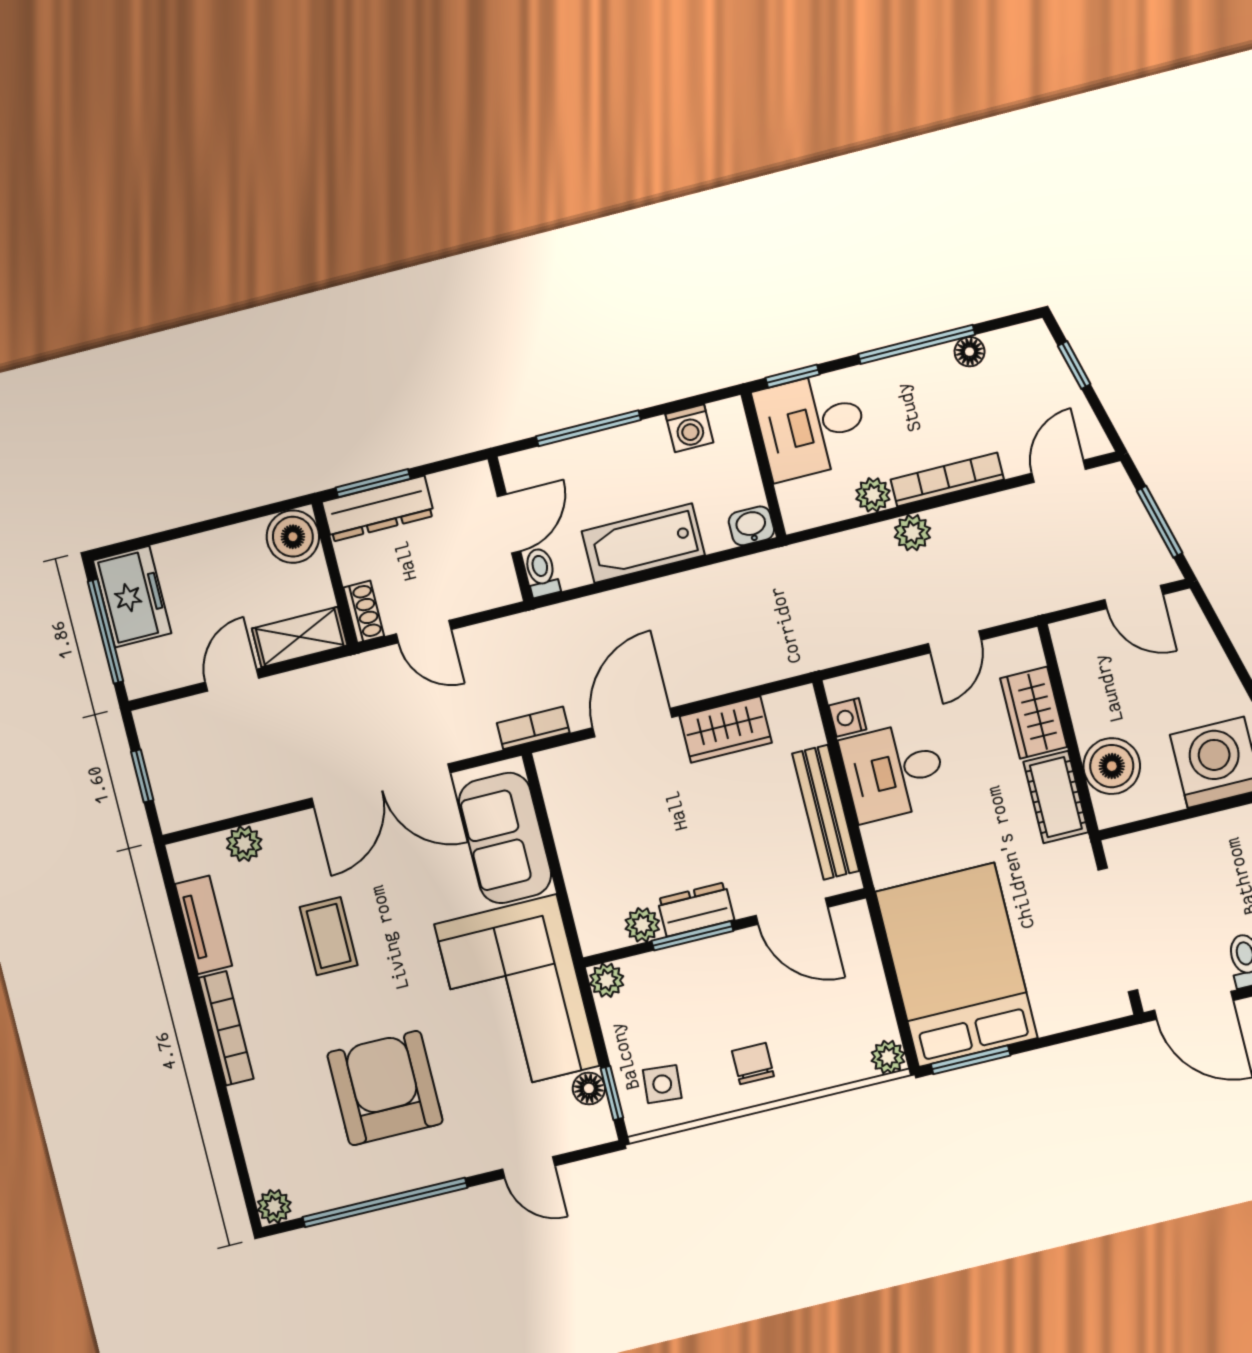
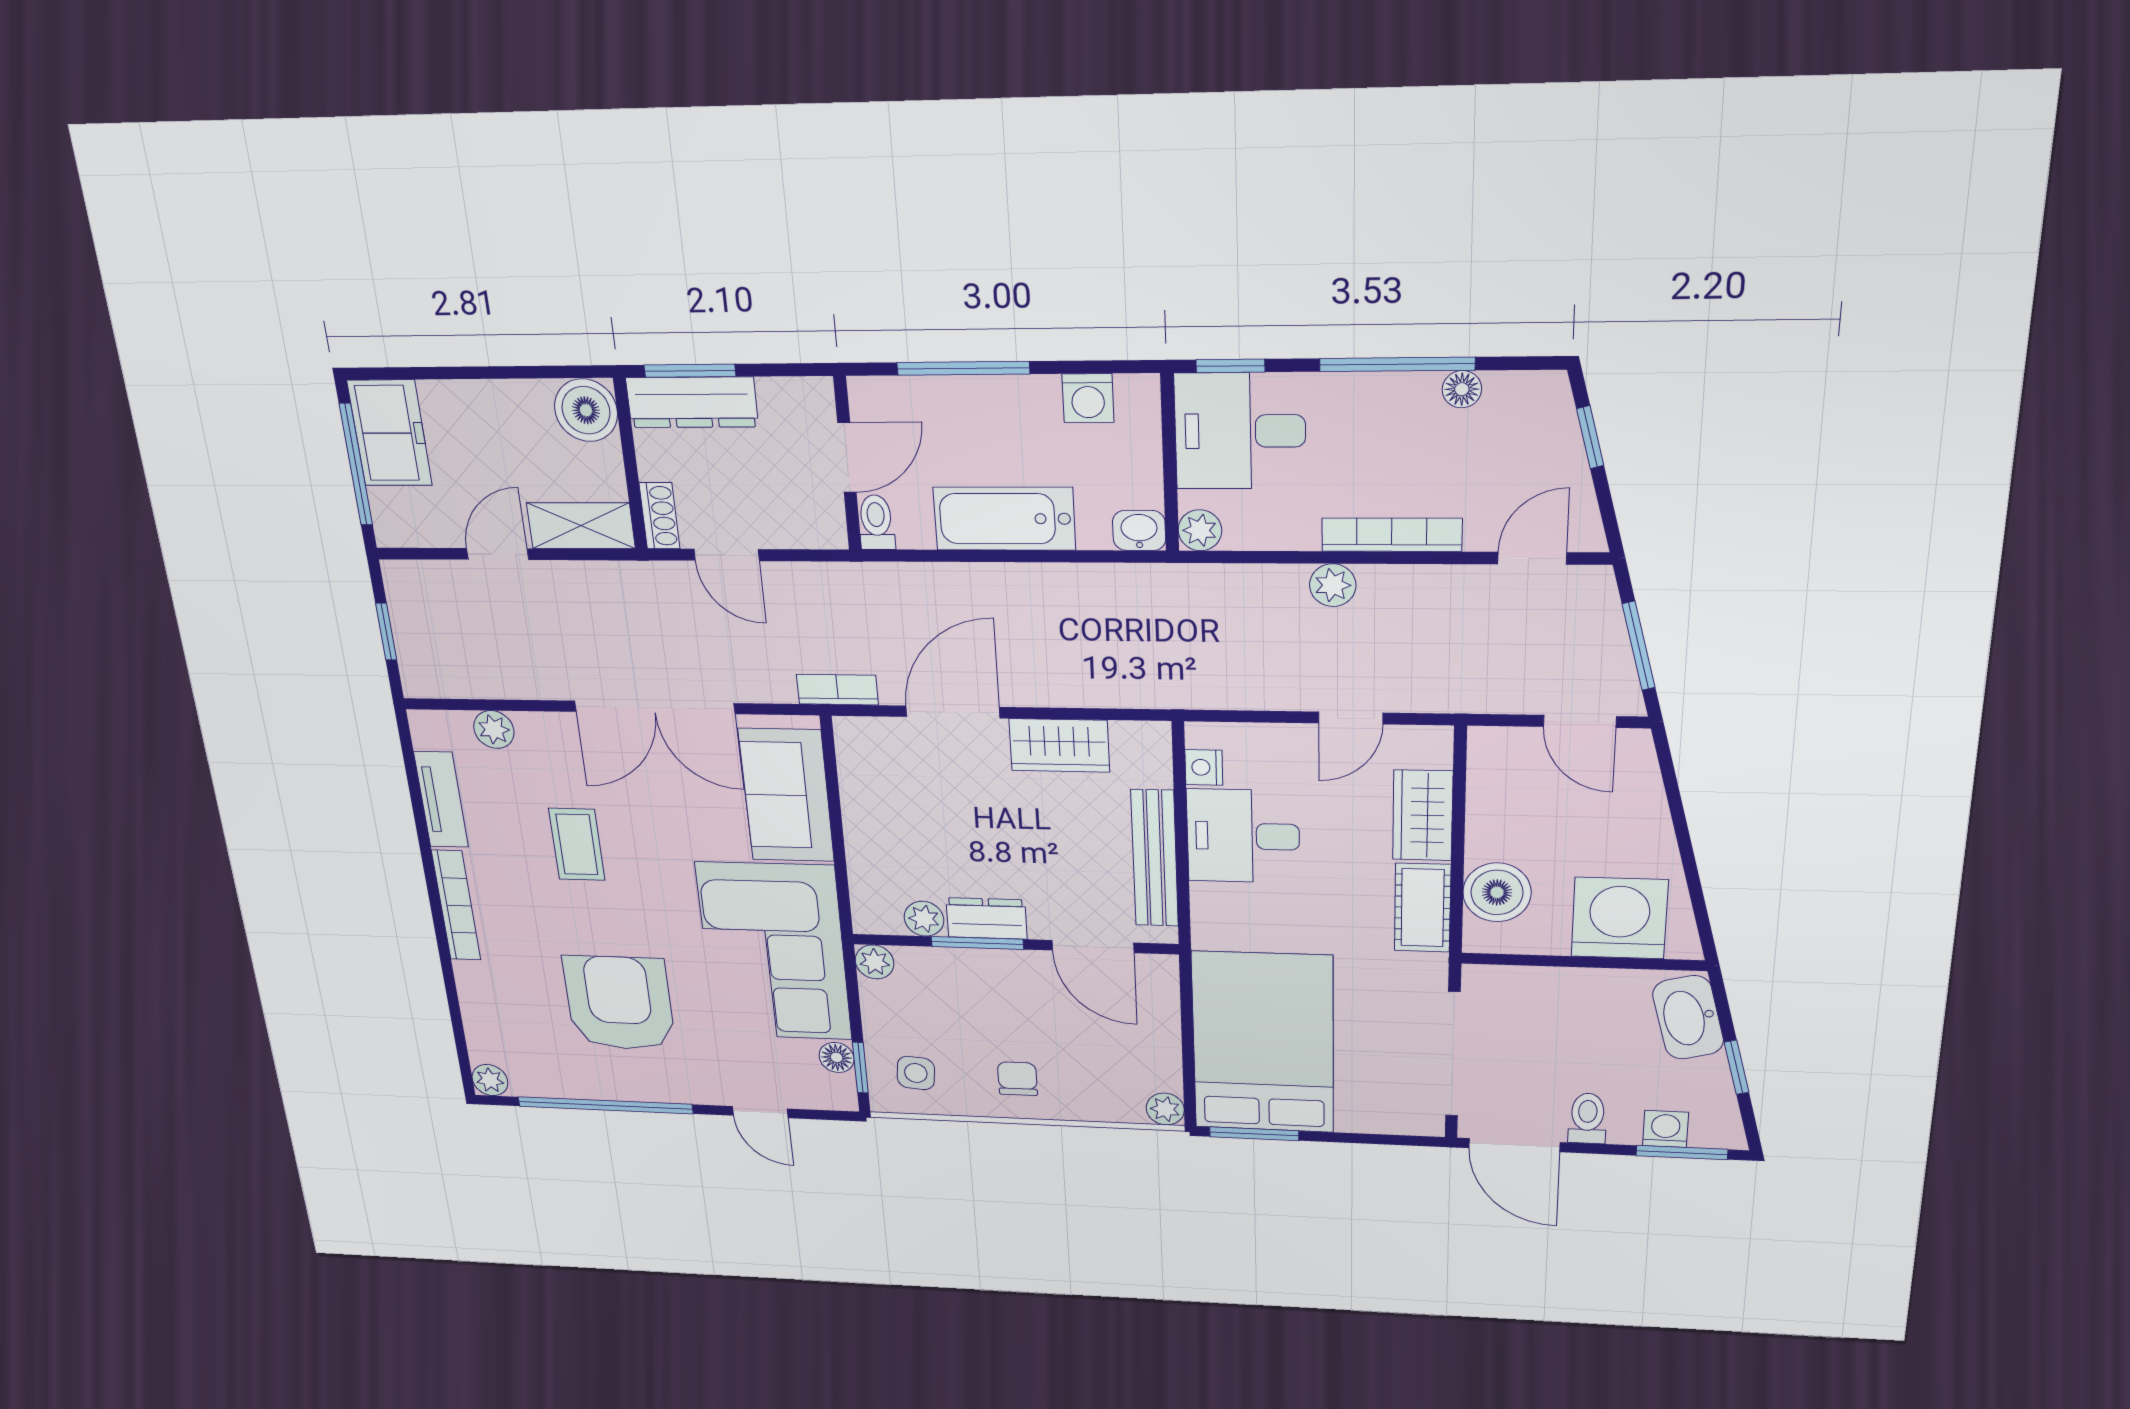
plant: (873, 495) -> (1200, 530), moved

